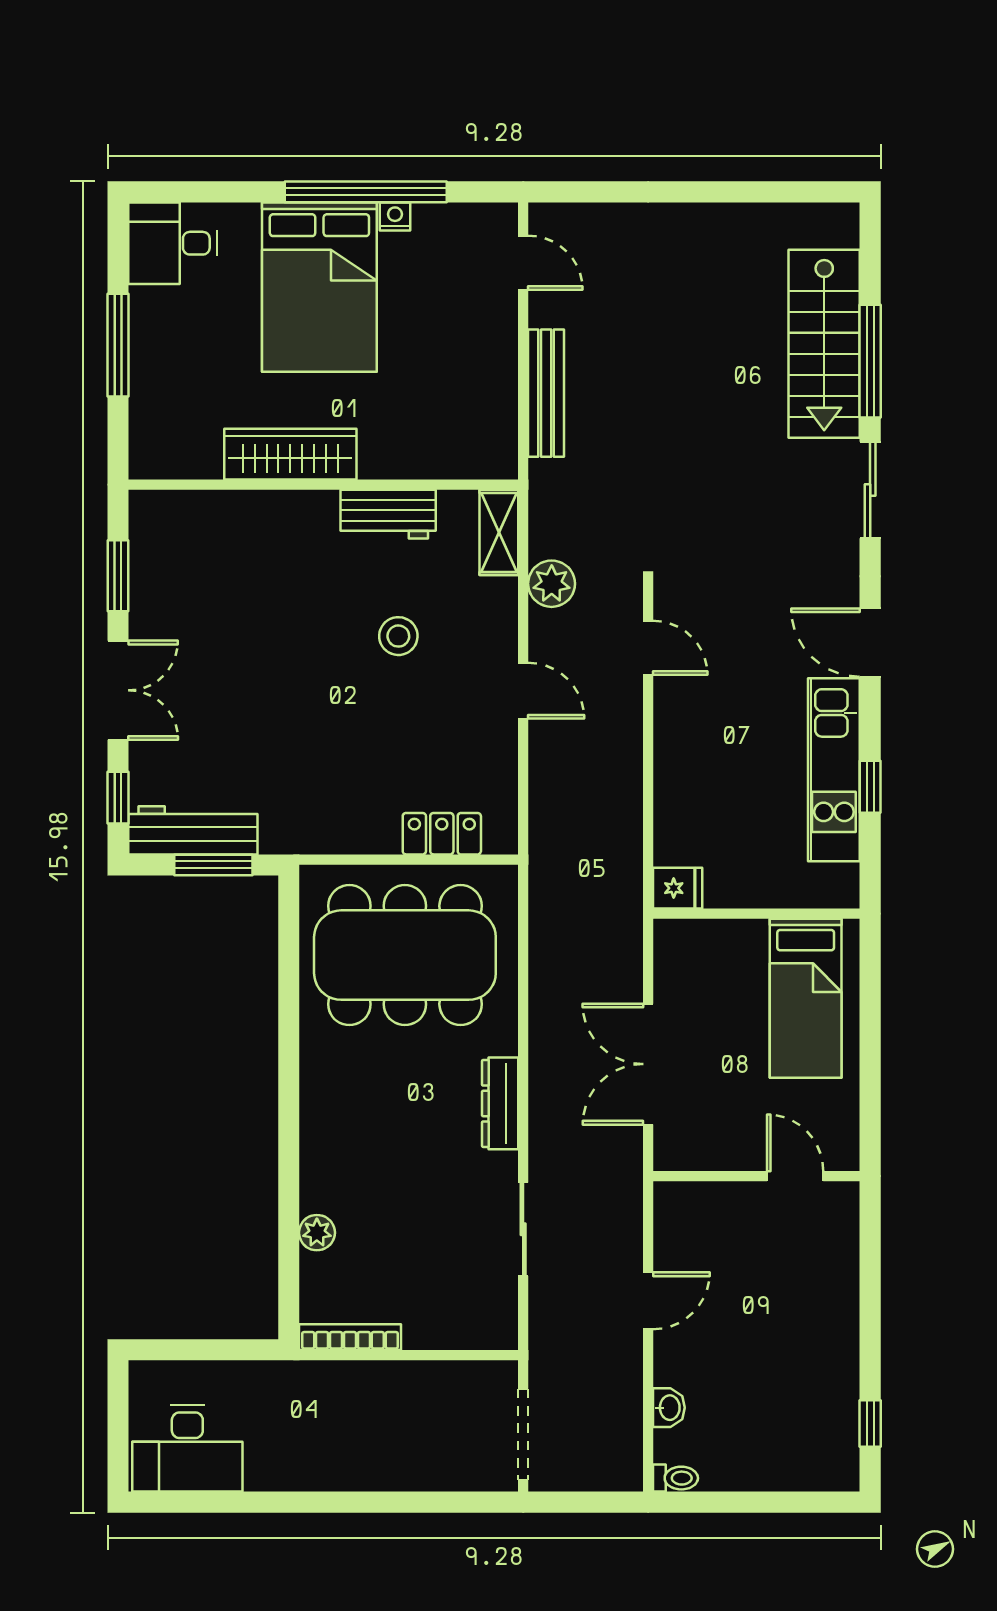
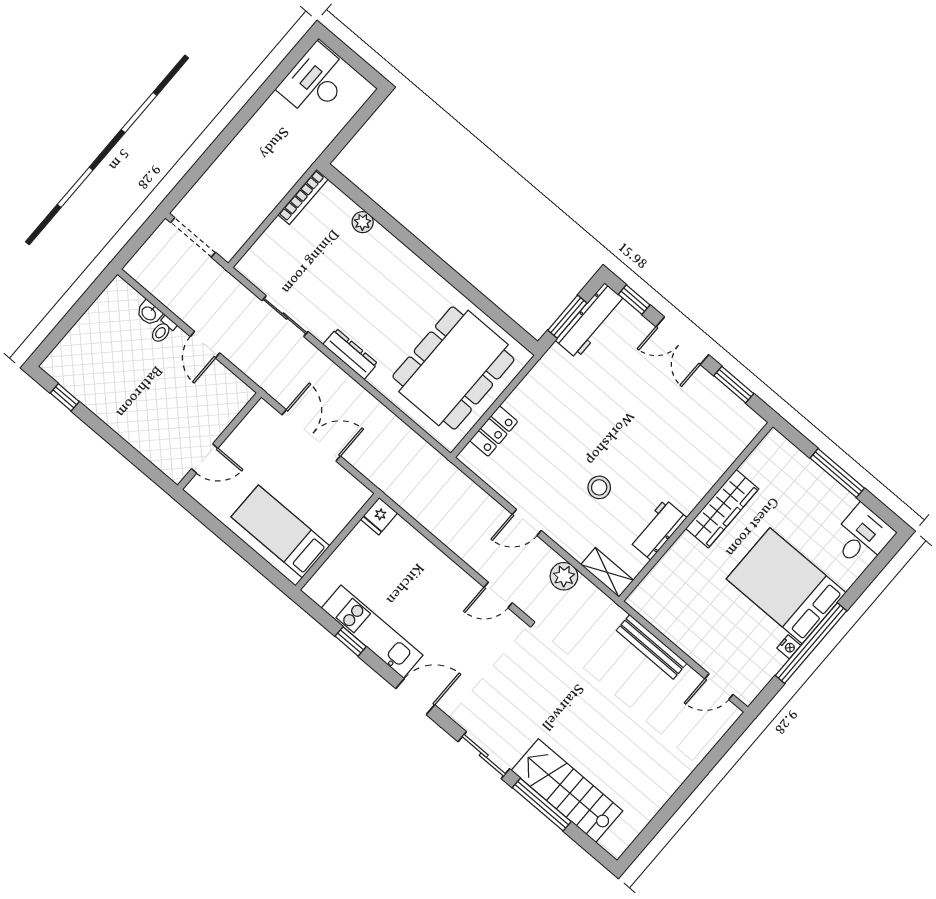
toilet: (675, 1478) -> (163, 330), moved

